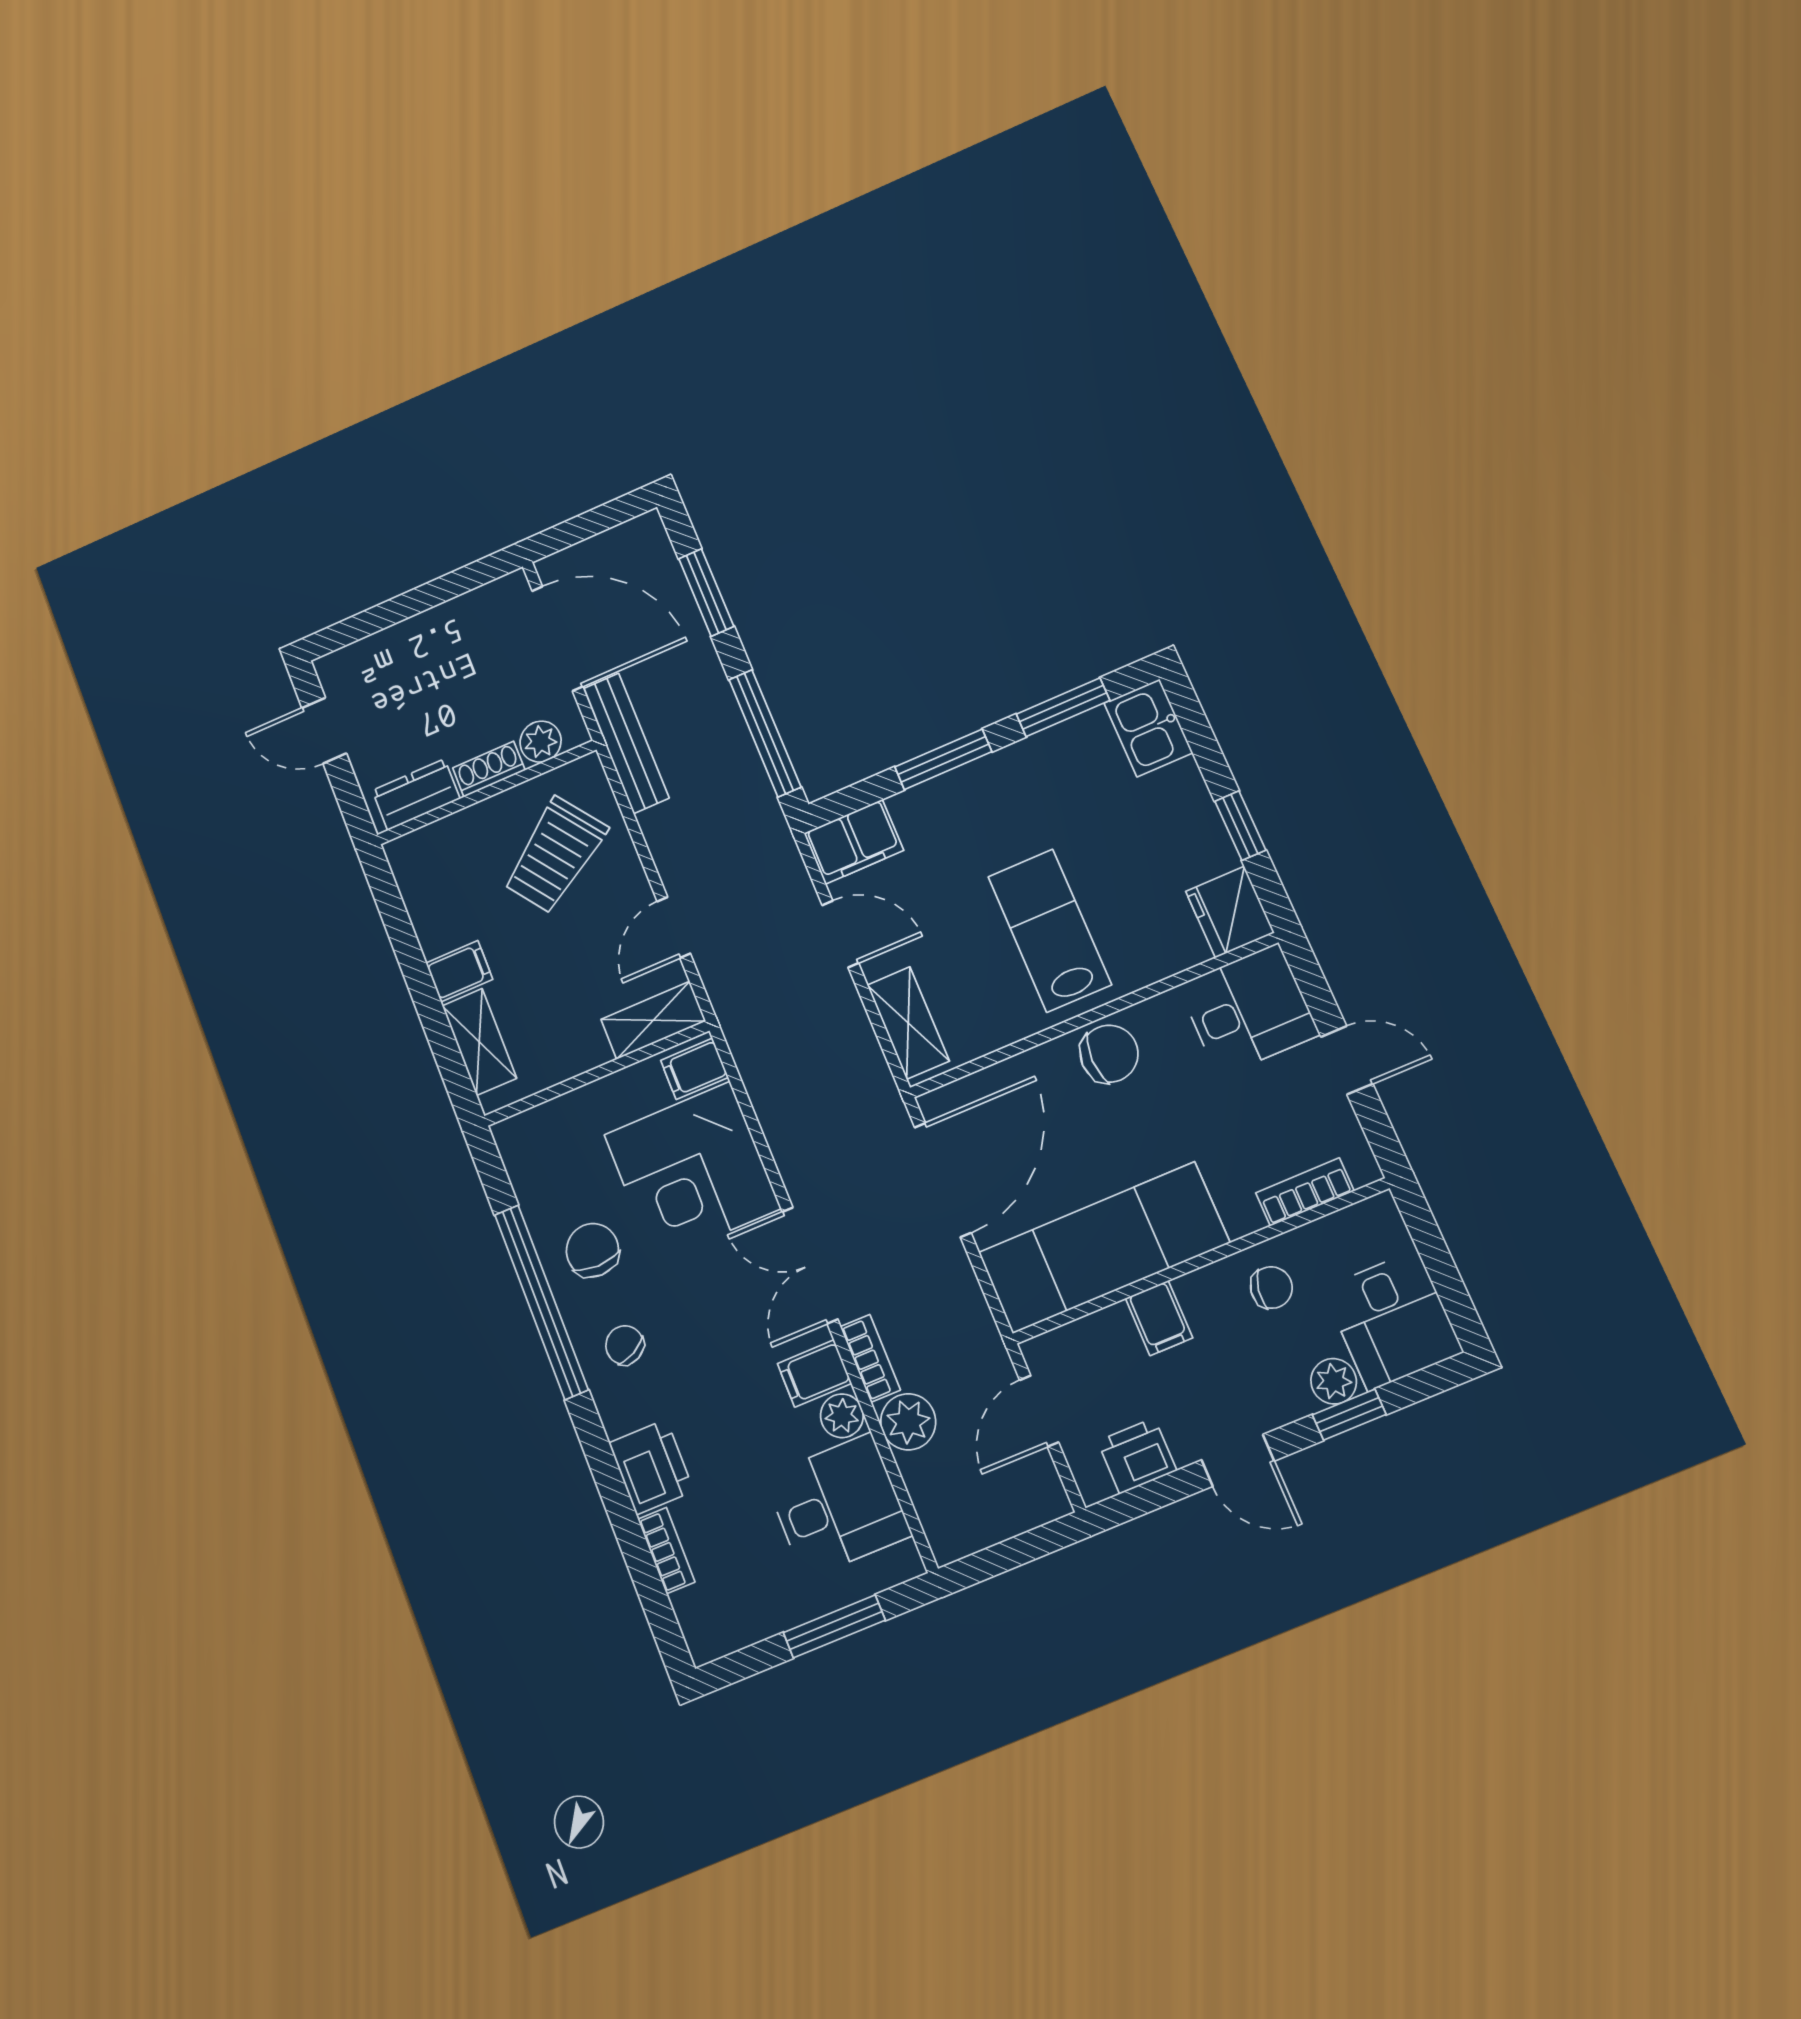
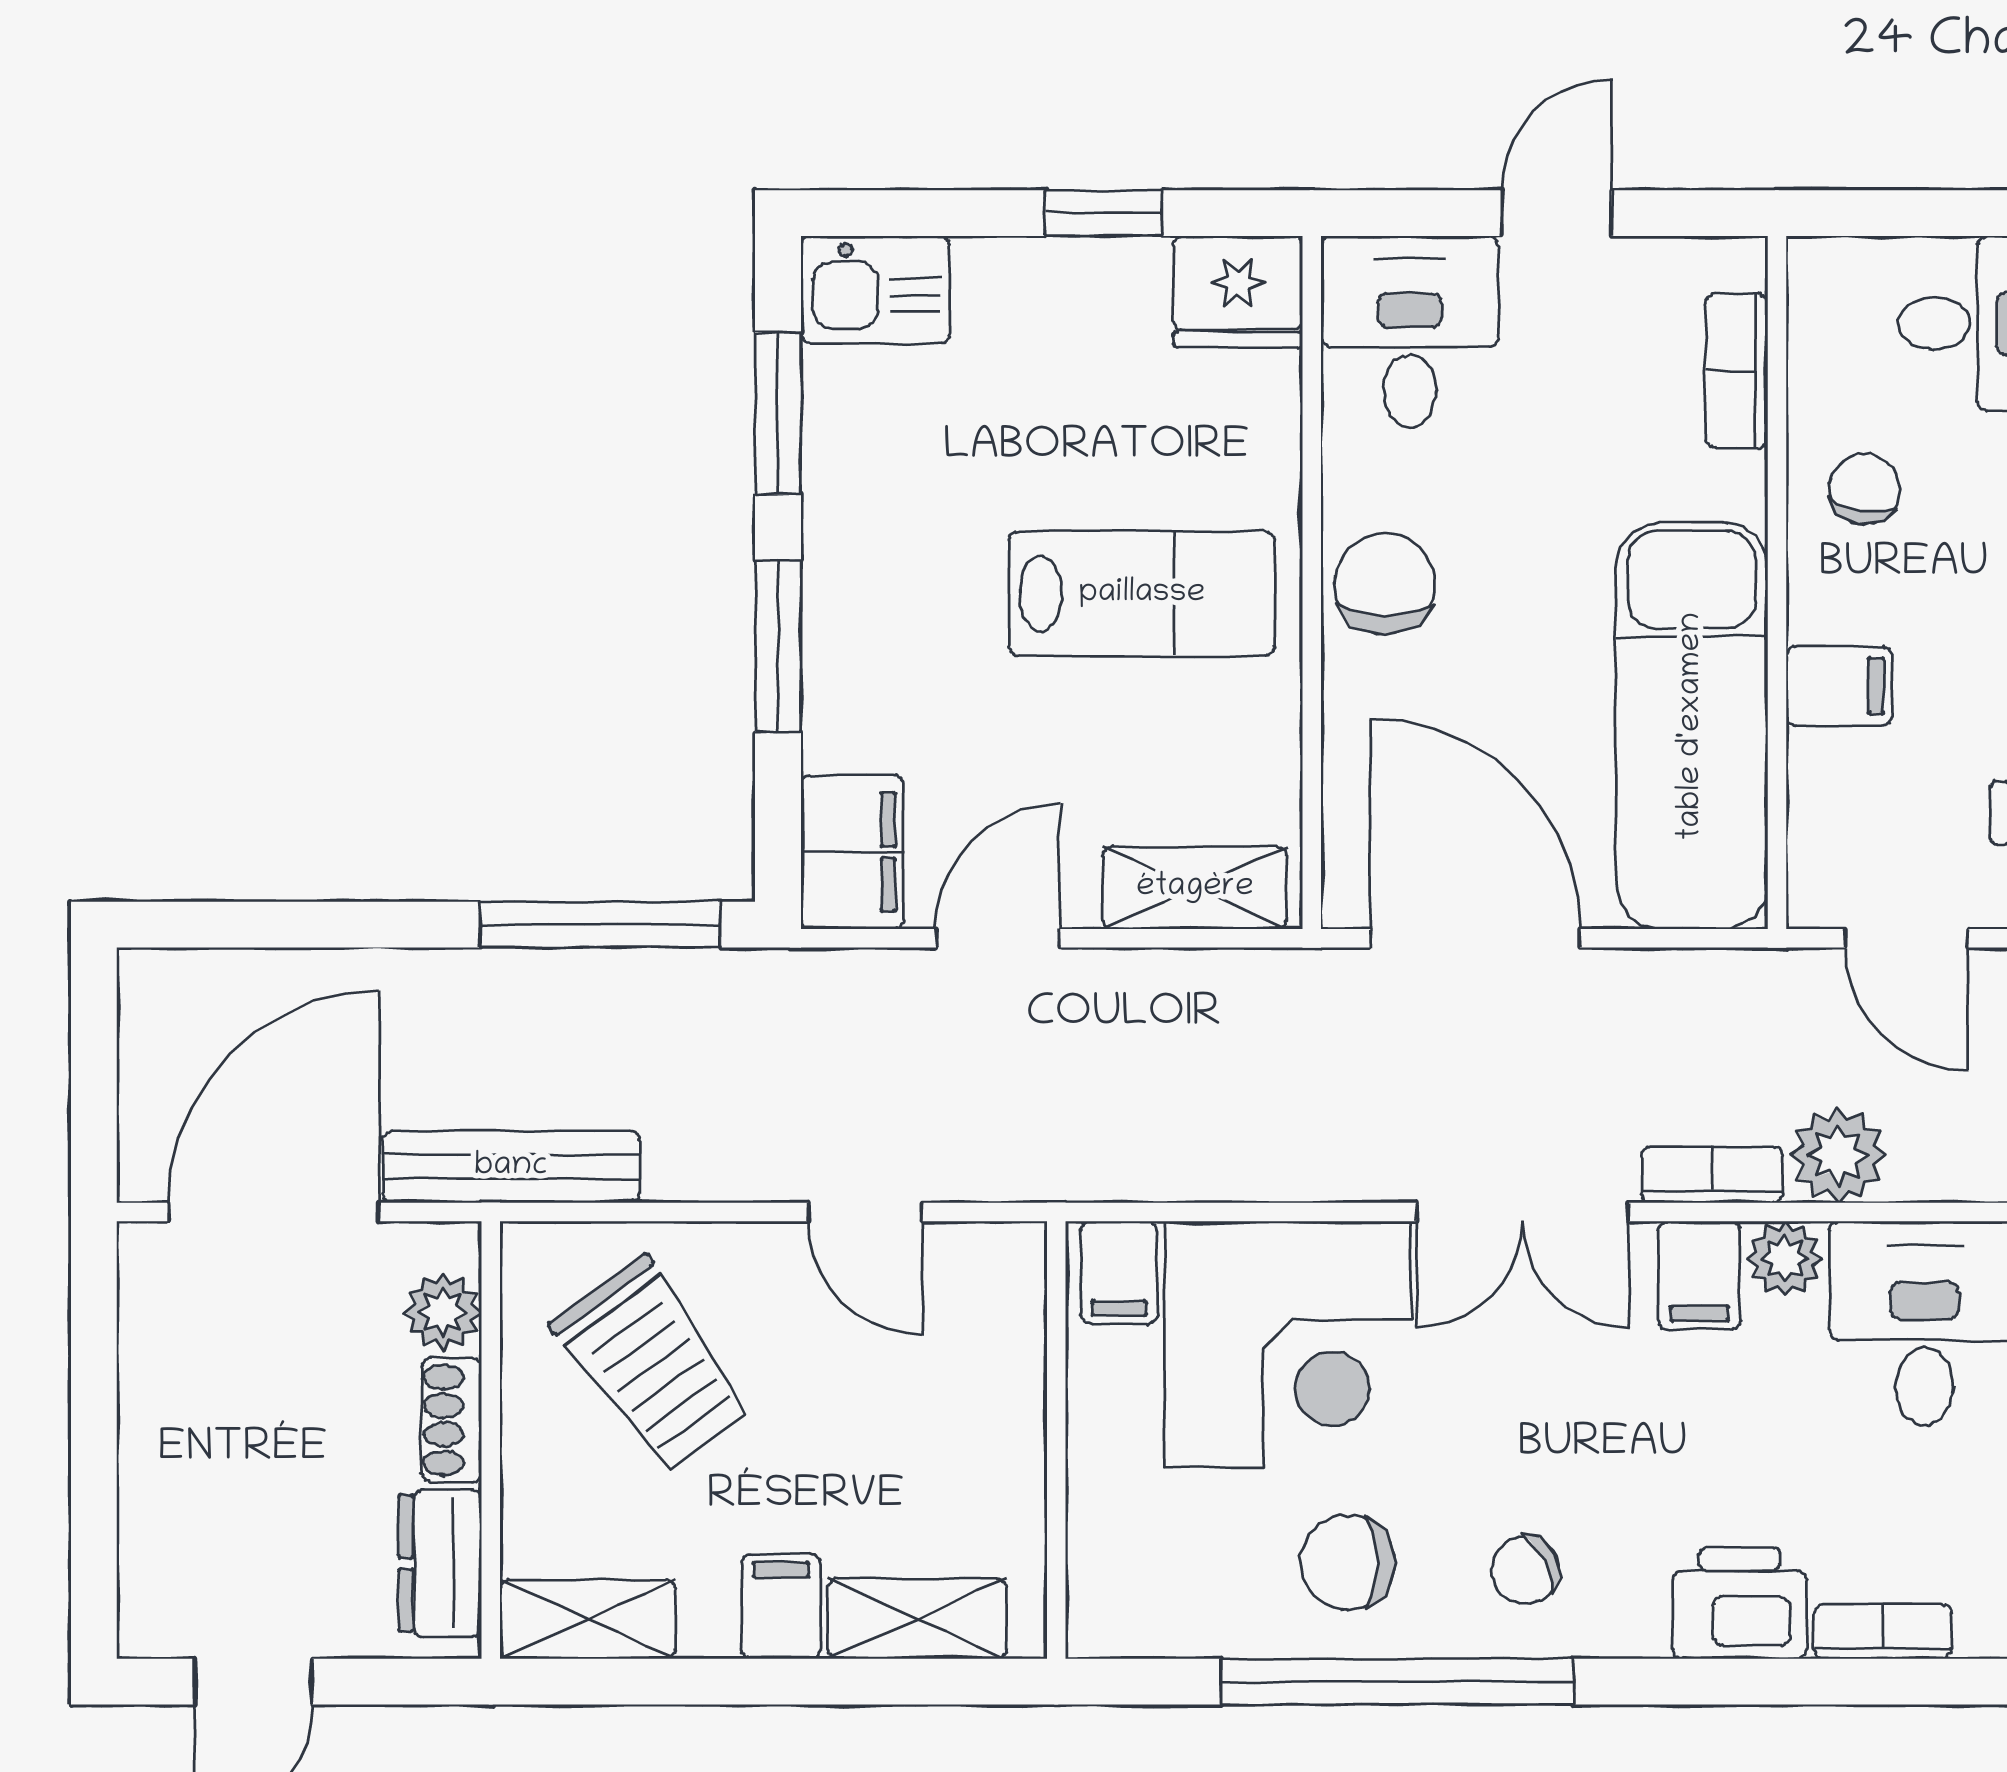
window: (706, 592) -> (309, 925), removed
lab bench: (1050, 930) -> (1142, 594), turned 180
shelving: (653, 1020) -> (588, 1619), moved, turned 90

